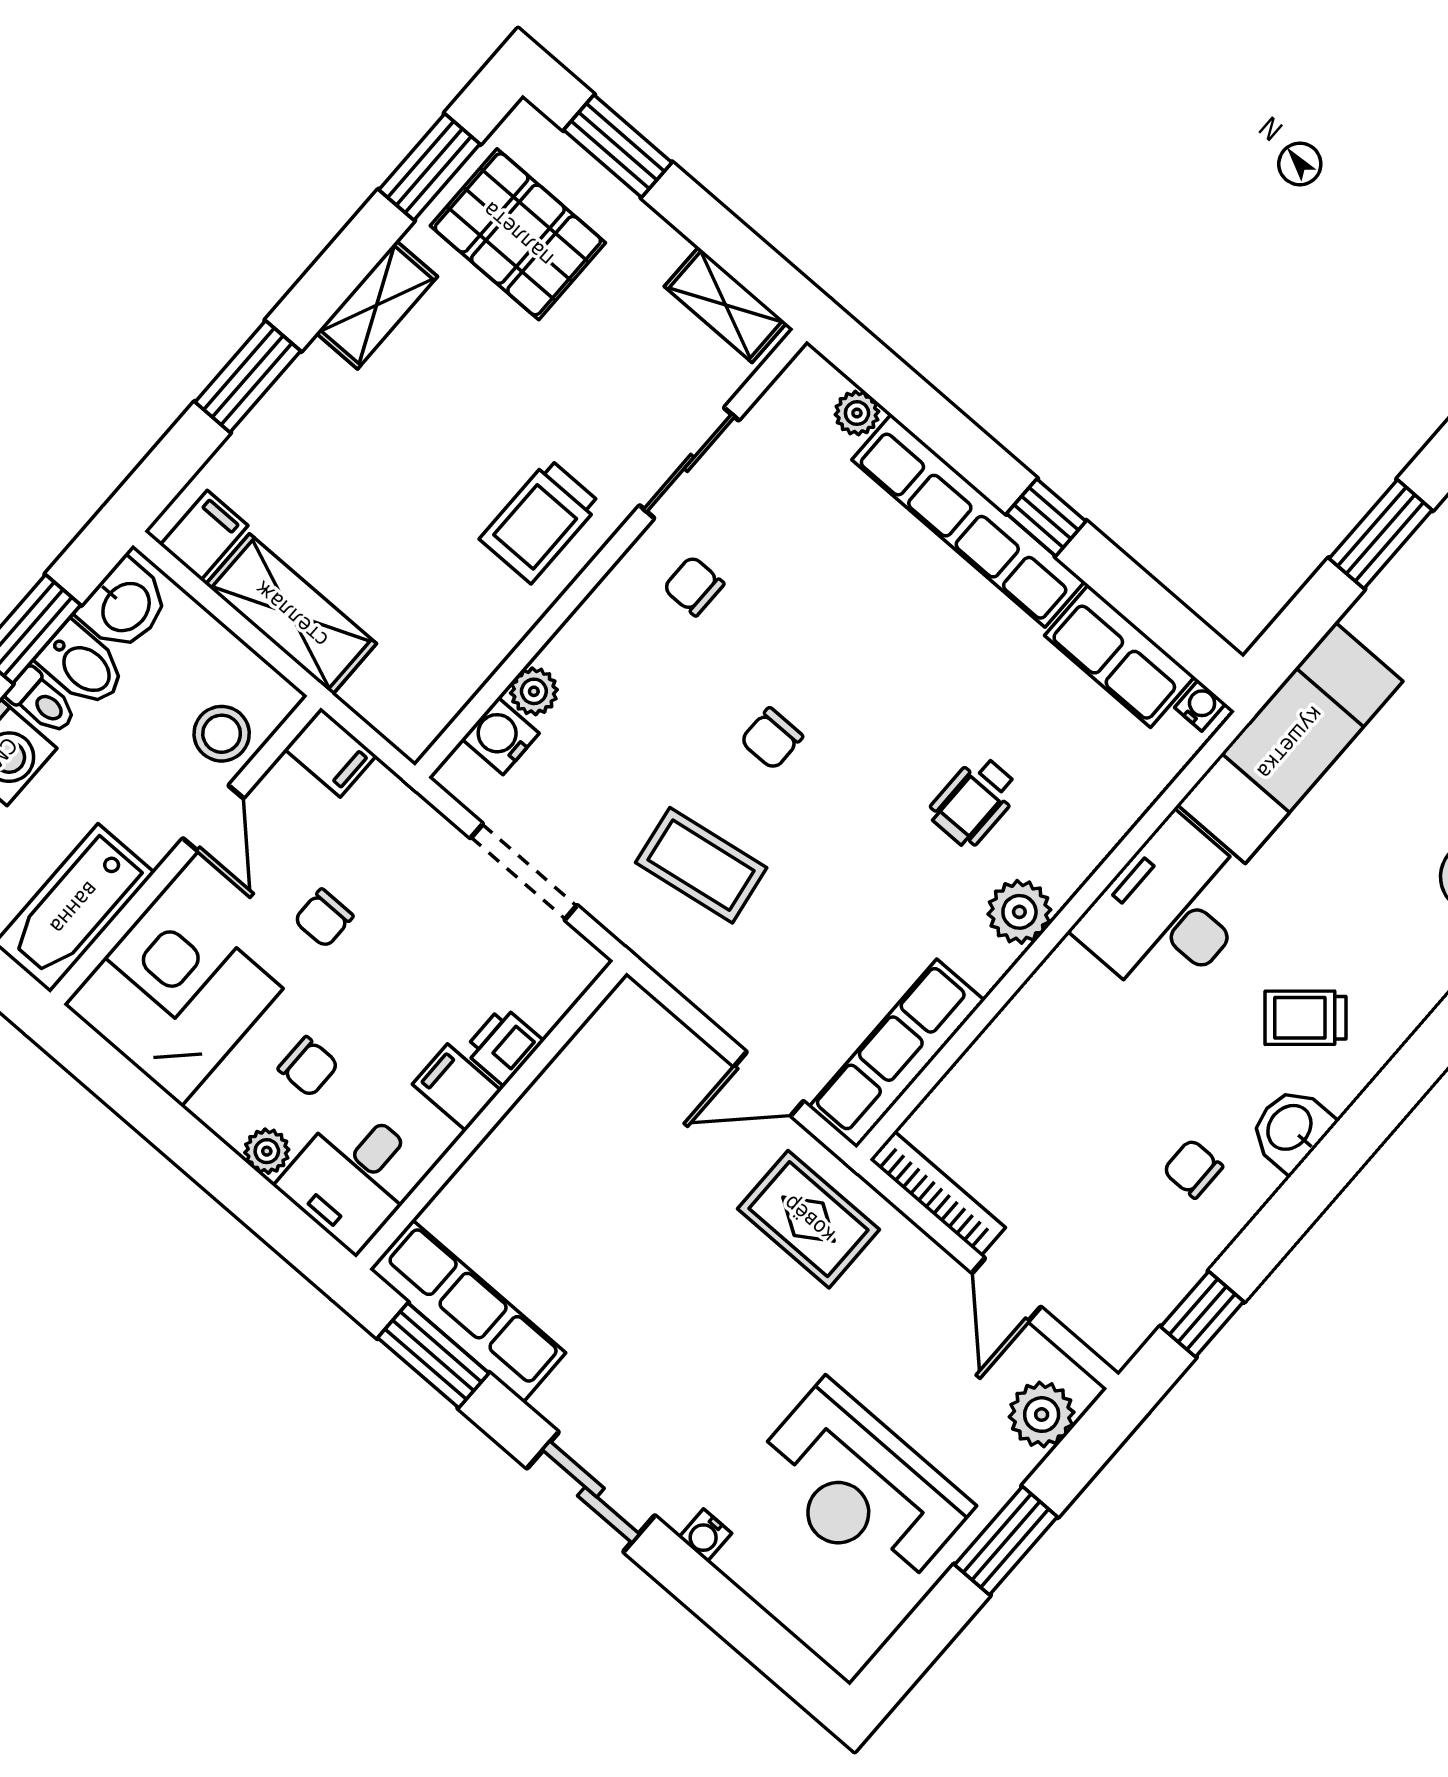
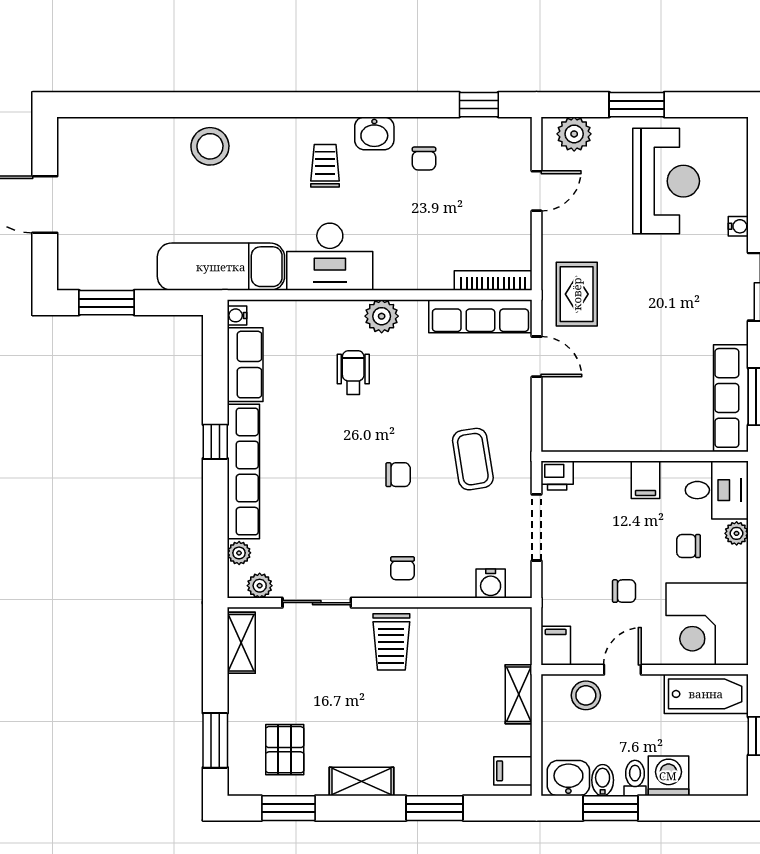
pallet: (518, 234) -> (285, 750), width x0.67, depth x0.71
trolley: (540, 521) -> (391, 642), turned 90
chair: (694, 586) -> (403, 568), moved
shelving: (291, 614) -> (519, 694), width x0.67, depth x0.75
bidet: (82, 665) -> (603, 780), width x0.72, depth x0.74
plant: (534, 691) -> (260, 586), moved
wheelchair: (974, 801) -> (353, 372), turned -90
trolley: (1306, 1018) -> (325, 166), turned -139
printer: (503, 1046) -> (557, 476), moved
chair: (308, 1067) -> (689, 546), turned -90
bookcase: (938, 1194) -> (493, 280), moved, turned 90

